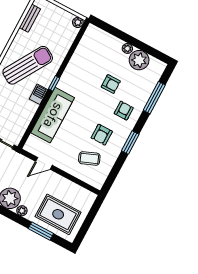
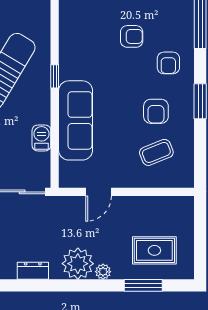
barbecue: (39, 94) -> (41, 138), moved
armchair: (124, 111) -> (168, 63), turned 180
rug: (58, 214) -> (154, 250), width x0.73, depth x0.70

